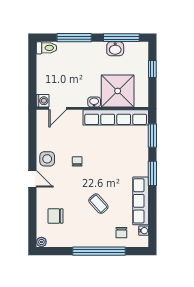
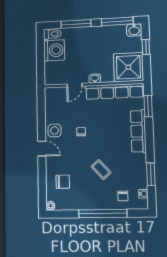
washbasin: (115, 49) -> (134, 30), moved
shower: (118, 91) -> (128, 67), moved
washing machine: (43, 101) -> (54, 50), moved, width x1.89, depth x1.89
door: (58, 108) -> (74, 85), moved
window: (152, 173) -> (151, 174), moved
row of seats: (141, 201) -> (138, 131), moved
chair: (55, 216) -> (63, 182), turned 180

